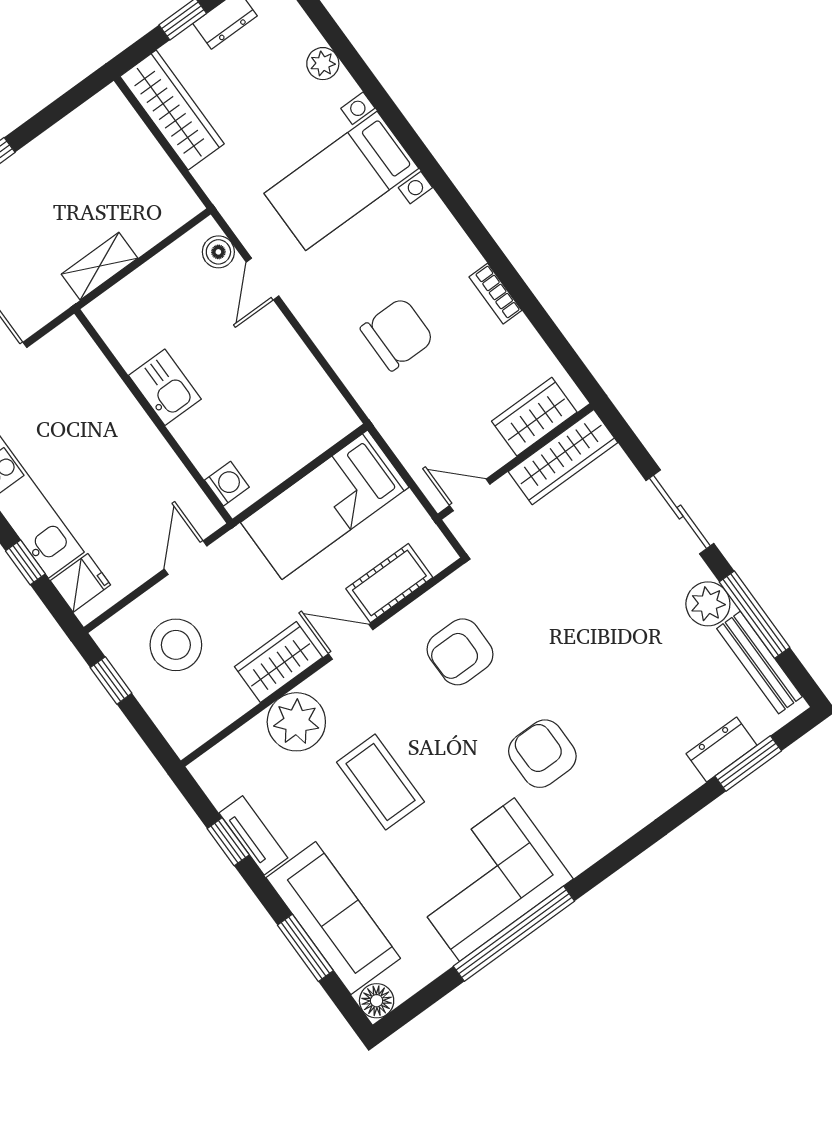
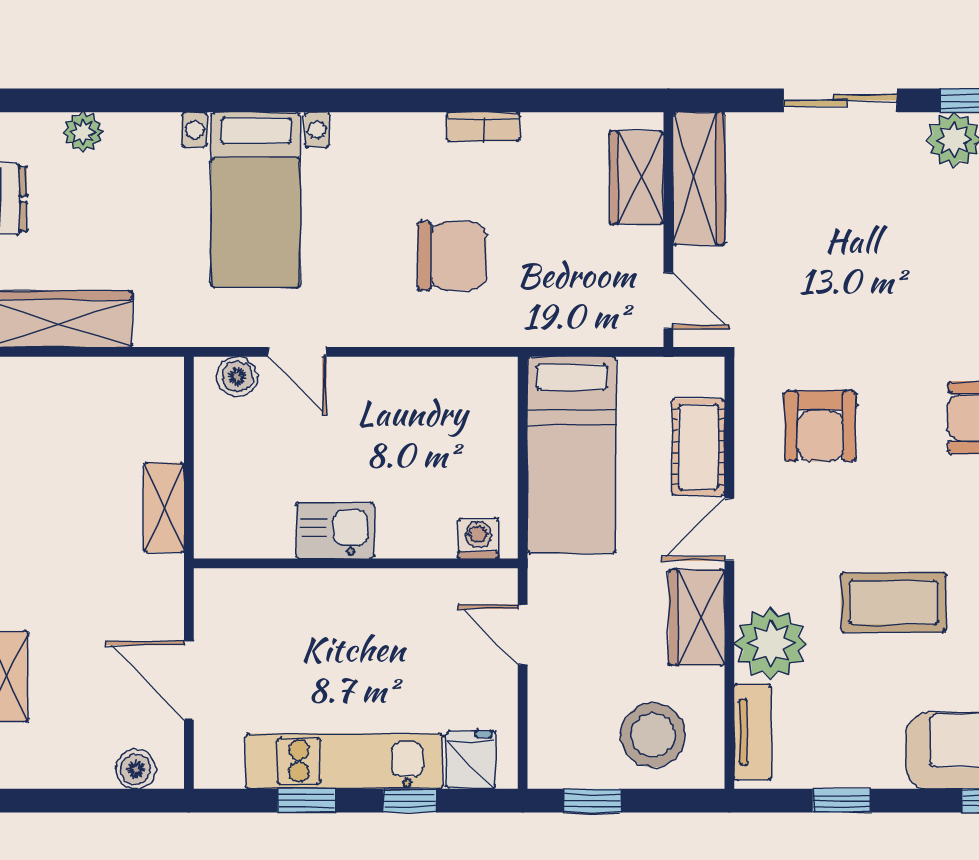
plant: (323, 64) -> (83, 132), moved
chair: (397, 334) -> (452, 256), turned 90
door: (470, 495) -> (668, 301), swing flipped
stool: (176, 645) -> (653, 735), moved
tv unit: (253, 835) -> (753, 732), moved, turned 90

